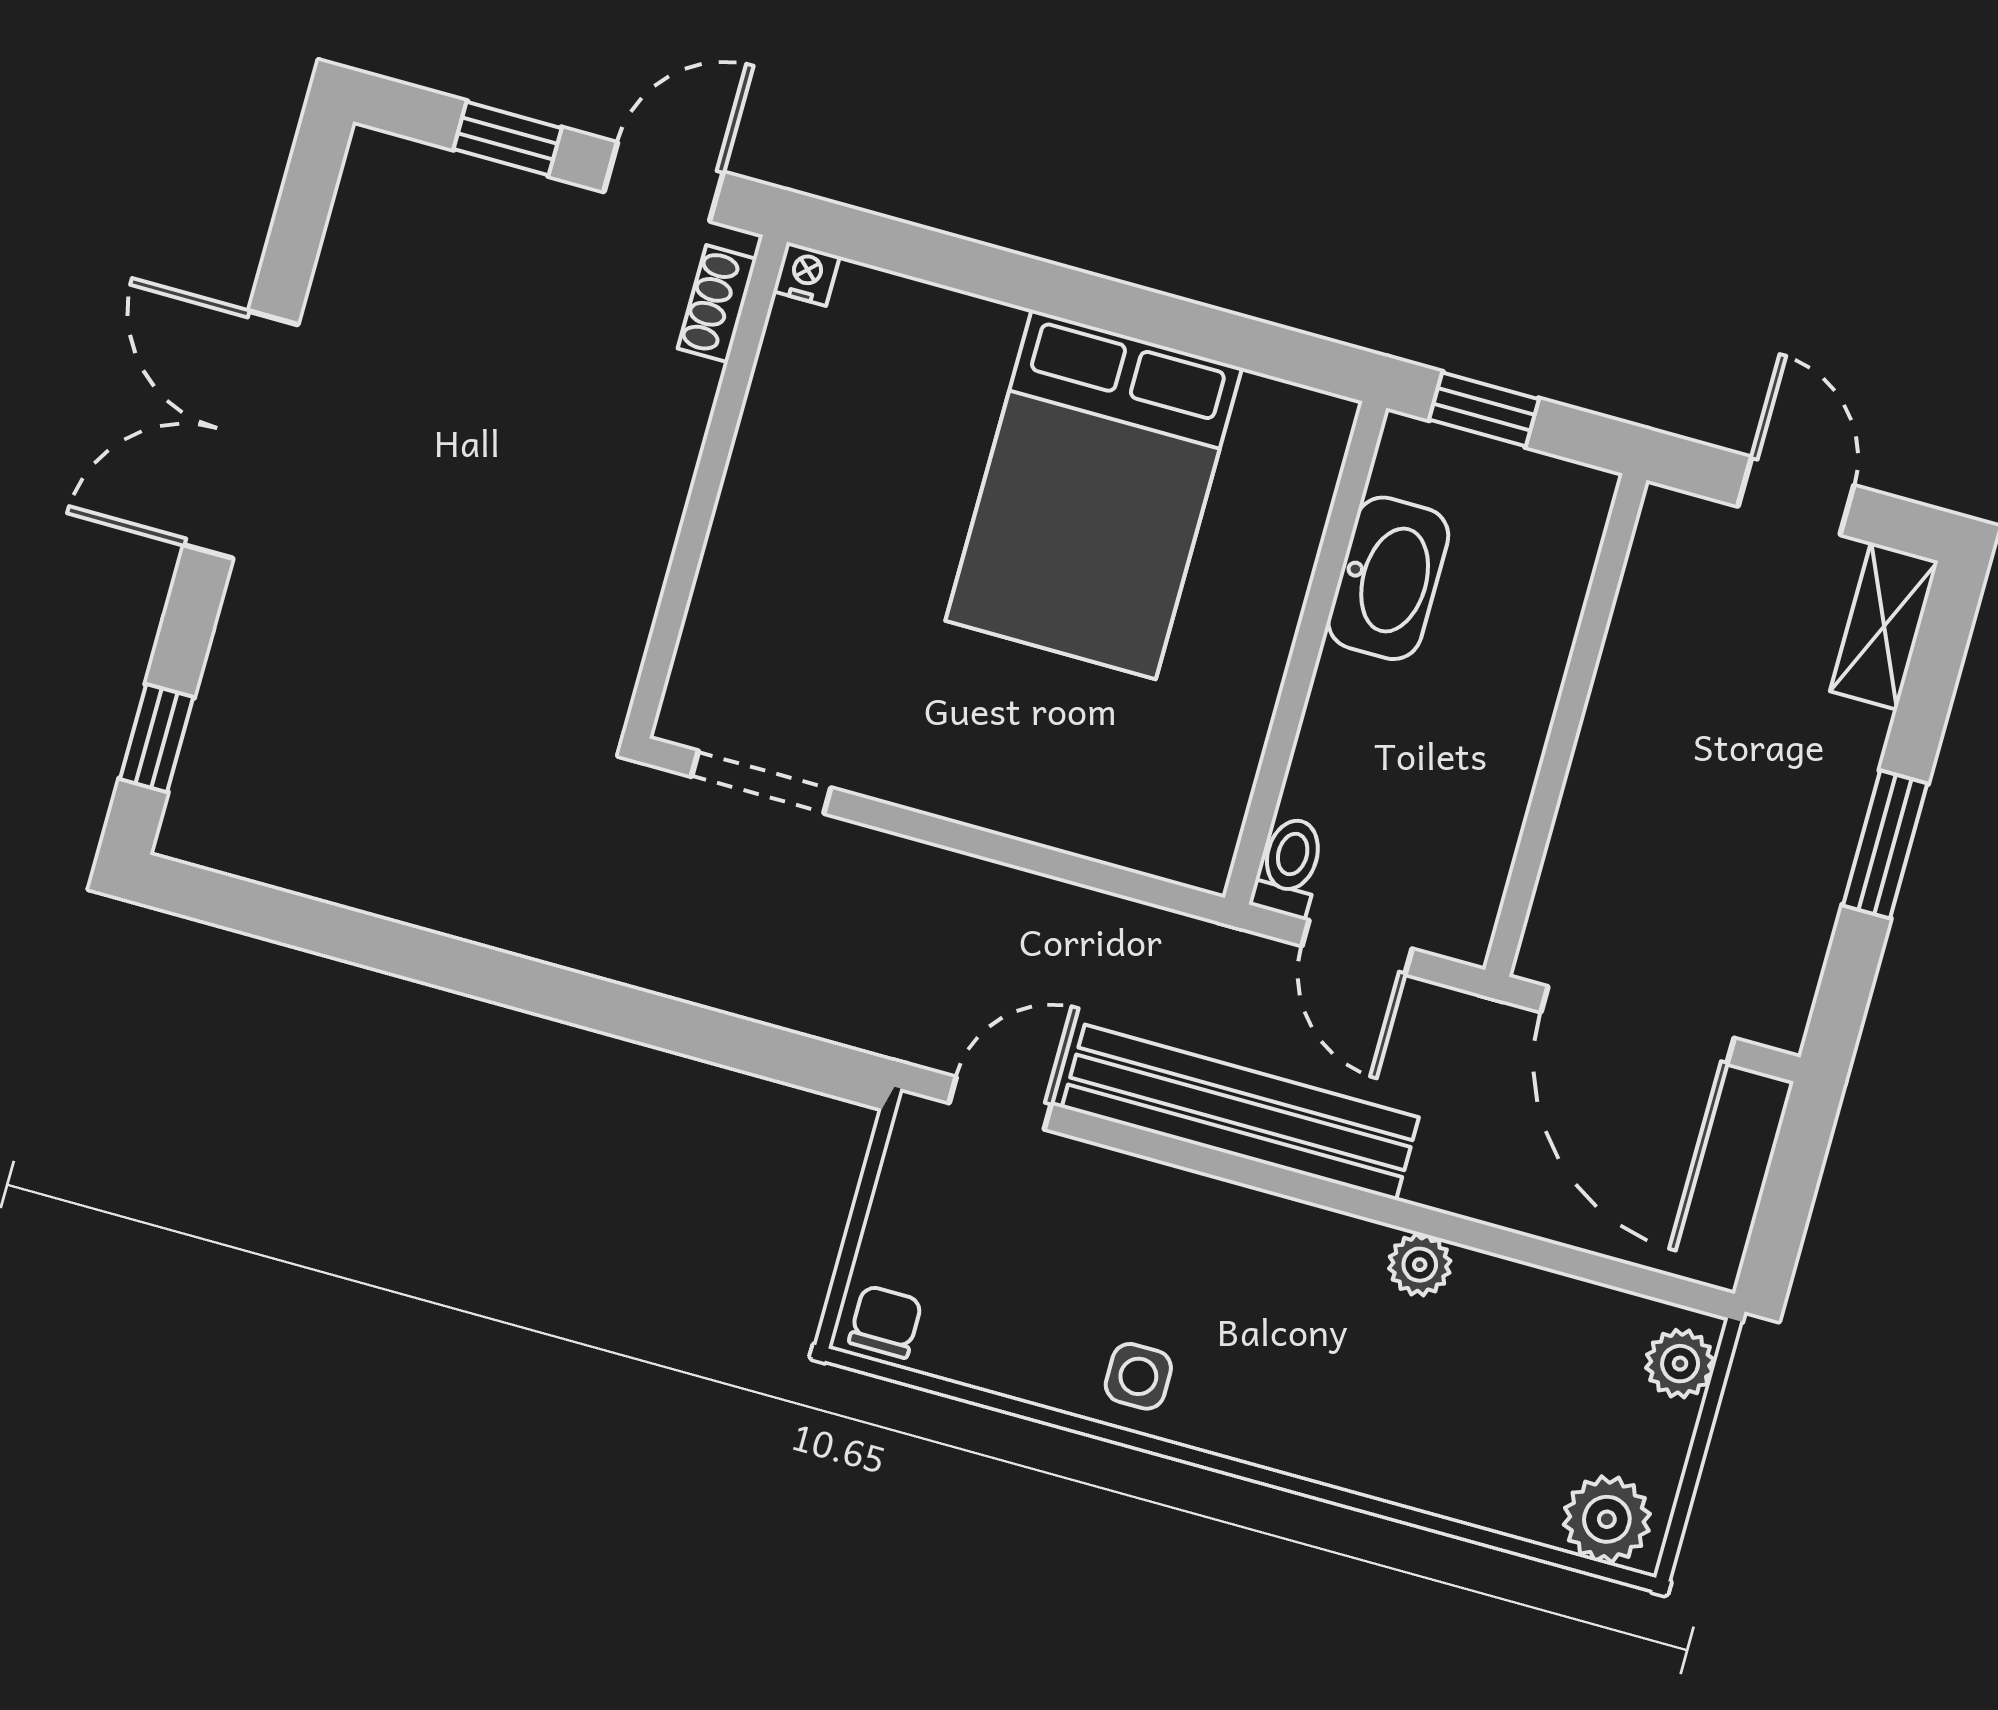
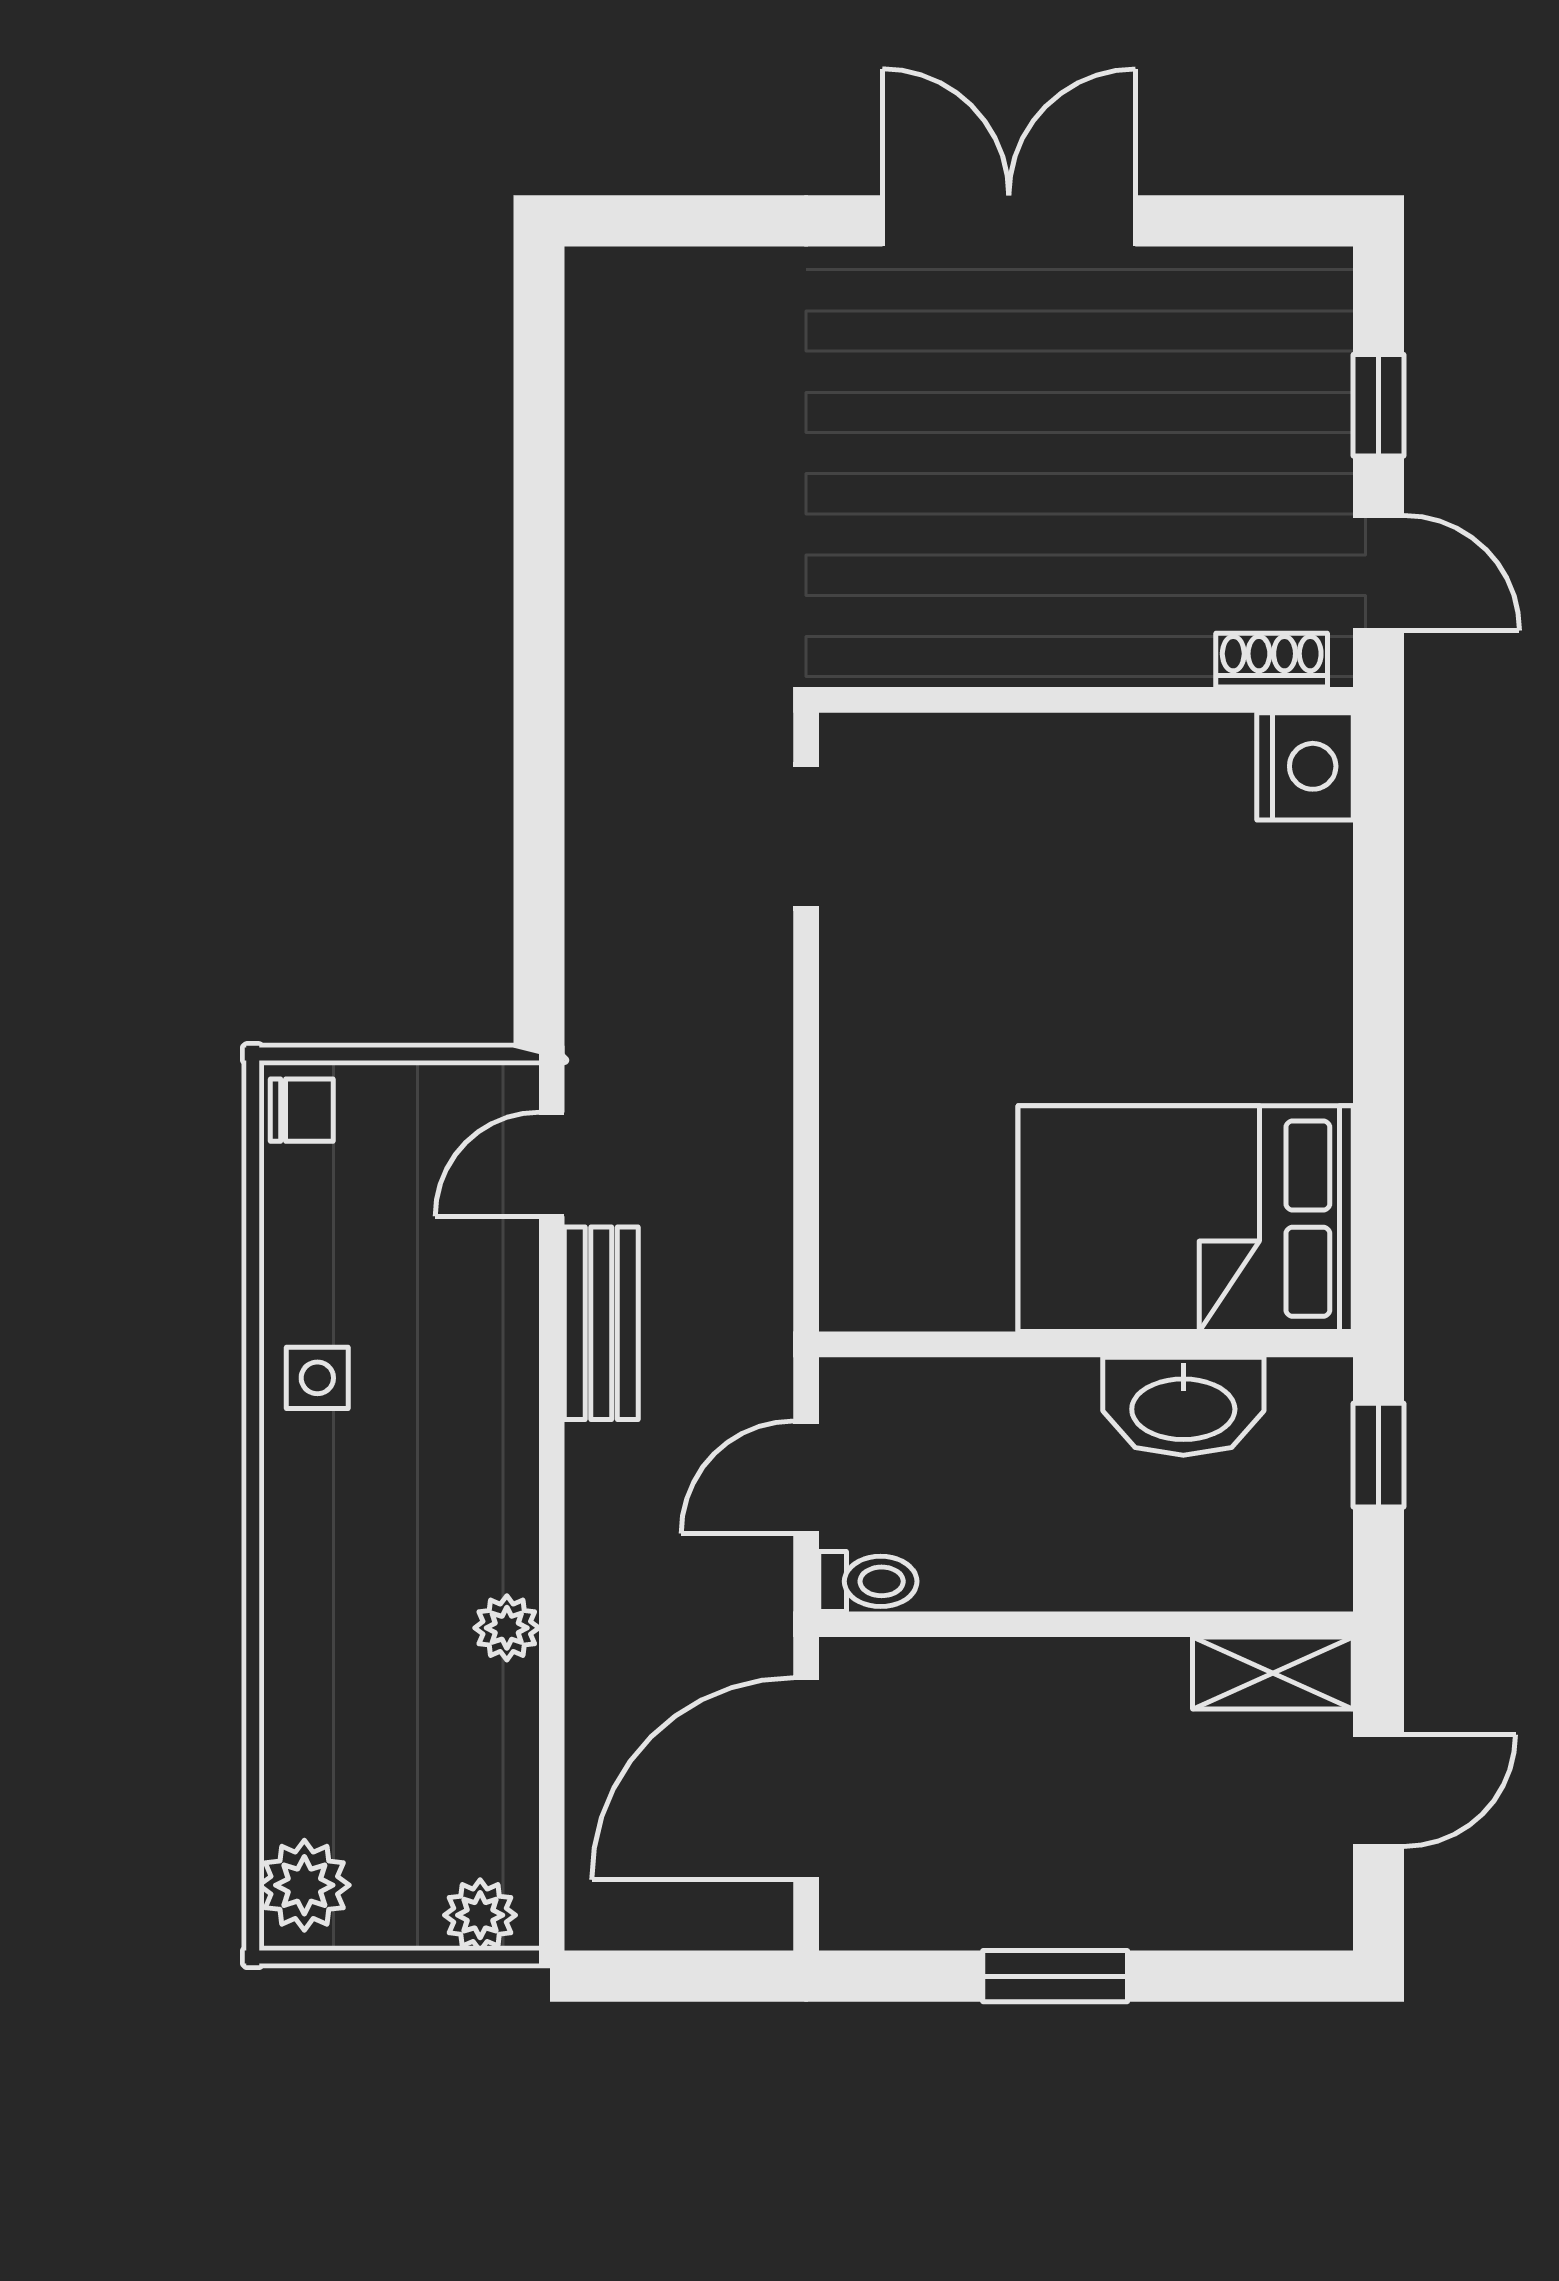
nightstand: (806, 274) -> (1305, 766), width x1.89, depth x1.79
bed: (1094, 494) -> (1186, 1219), moved
shelving: (1884, 626) -> (1273, 1673), moved
window: (157, 738) -> (683, 221), removed
toilet: (1289, 867) -> (868, 1581), moved
door: (1000, 1103) -> (552, 1164), swing flipped
bench: (1240, 1112) -> (601, 1323), width x0.54, depth x0.82

